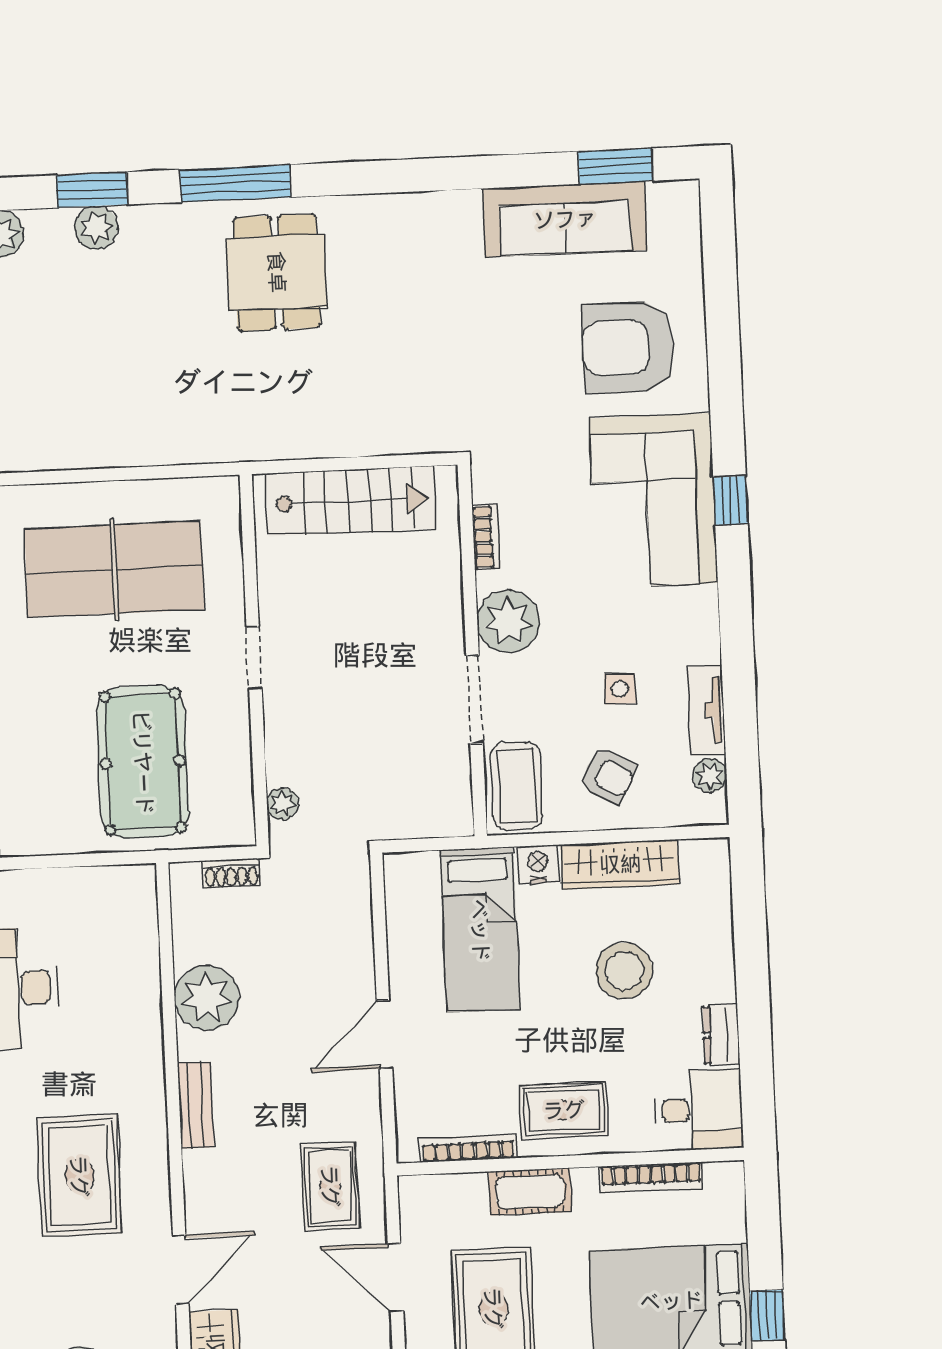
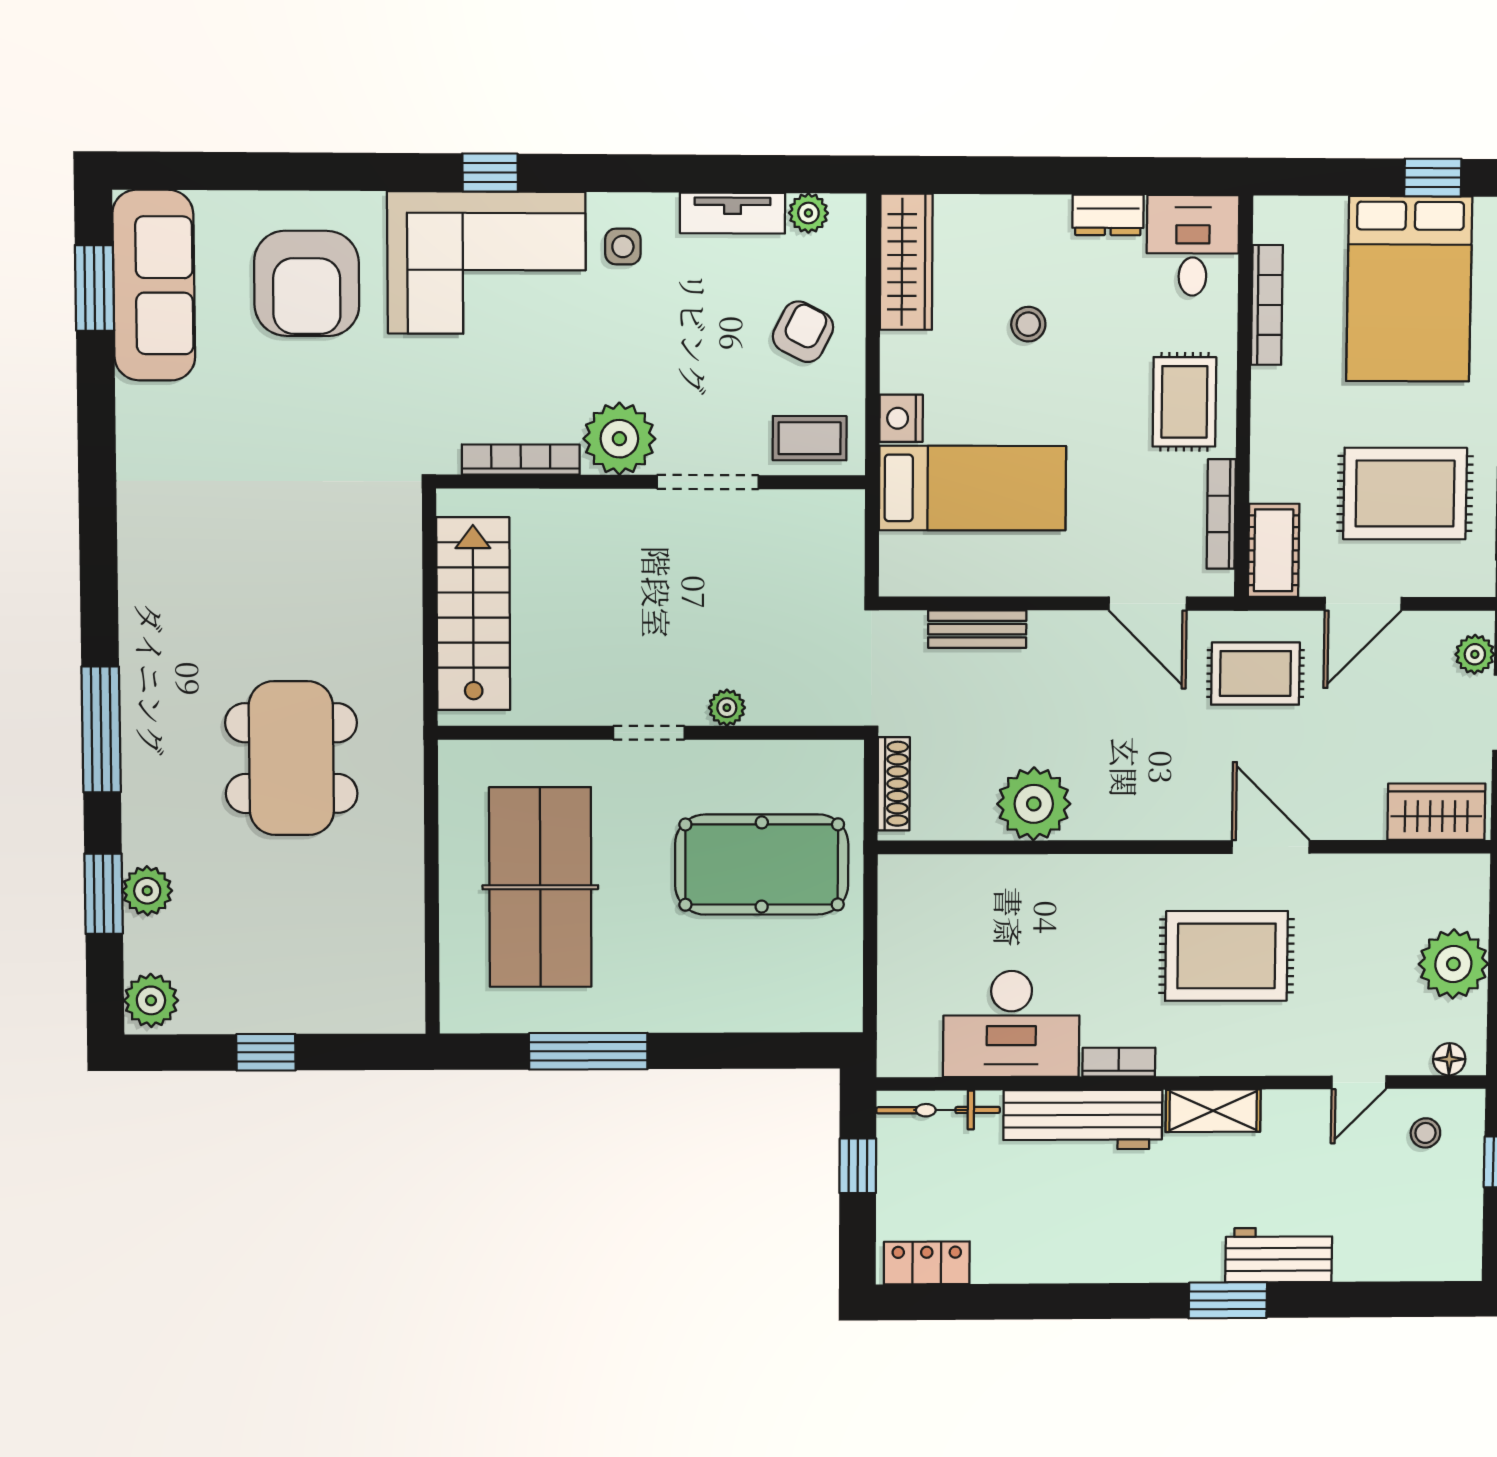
sofa: (565, 219) -> (154, 285), moved
dining table: (277, 272) -> (291, 758), moved, width x1.38
bookcase: (486, 537) -> (521, 460), width x1.56
side table: (620, 689) -> (623, 247), moved
coffee table: (517, 786) -> (810, 438), width x0.73, depth x0.77
plant: (283, 804) -> (727, 708), moved
wardrobe: (620, 864) -> (906, 262), moved
shoe rack: (231, 873) -> (894, 784), width x1.43
stool: (624, 971) -> (1028, 324), width x0.53, depth x0.53
door: (384, 1034) -> (1148, 604), moved
bench: (196, 1105) -> (977, 629), moved
cot: (530, 1192) -> (1274, 550), moved
door: (181, 1269) -> (1271, 847), moved

